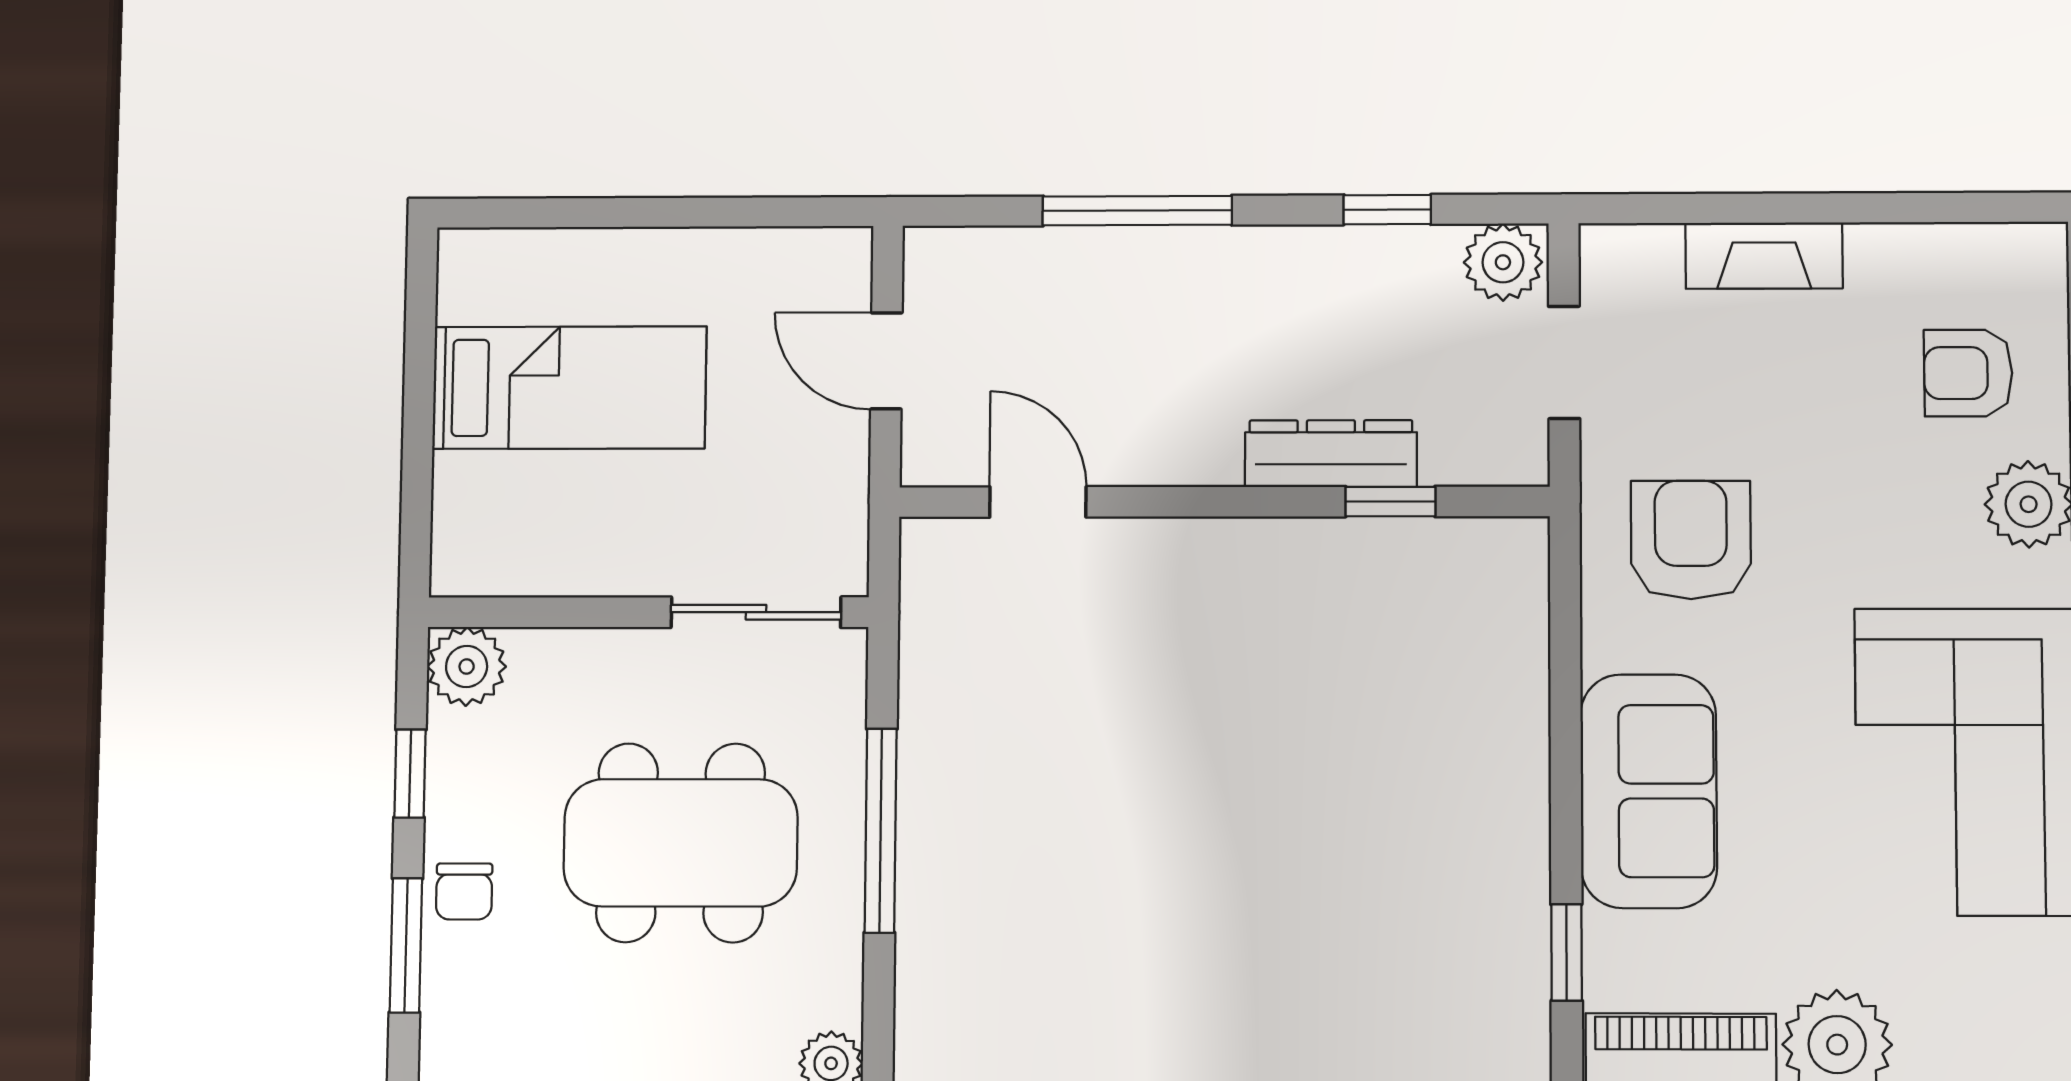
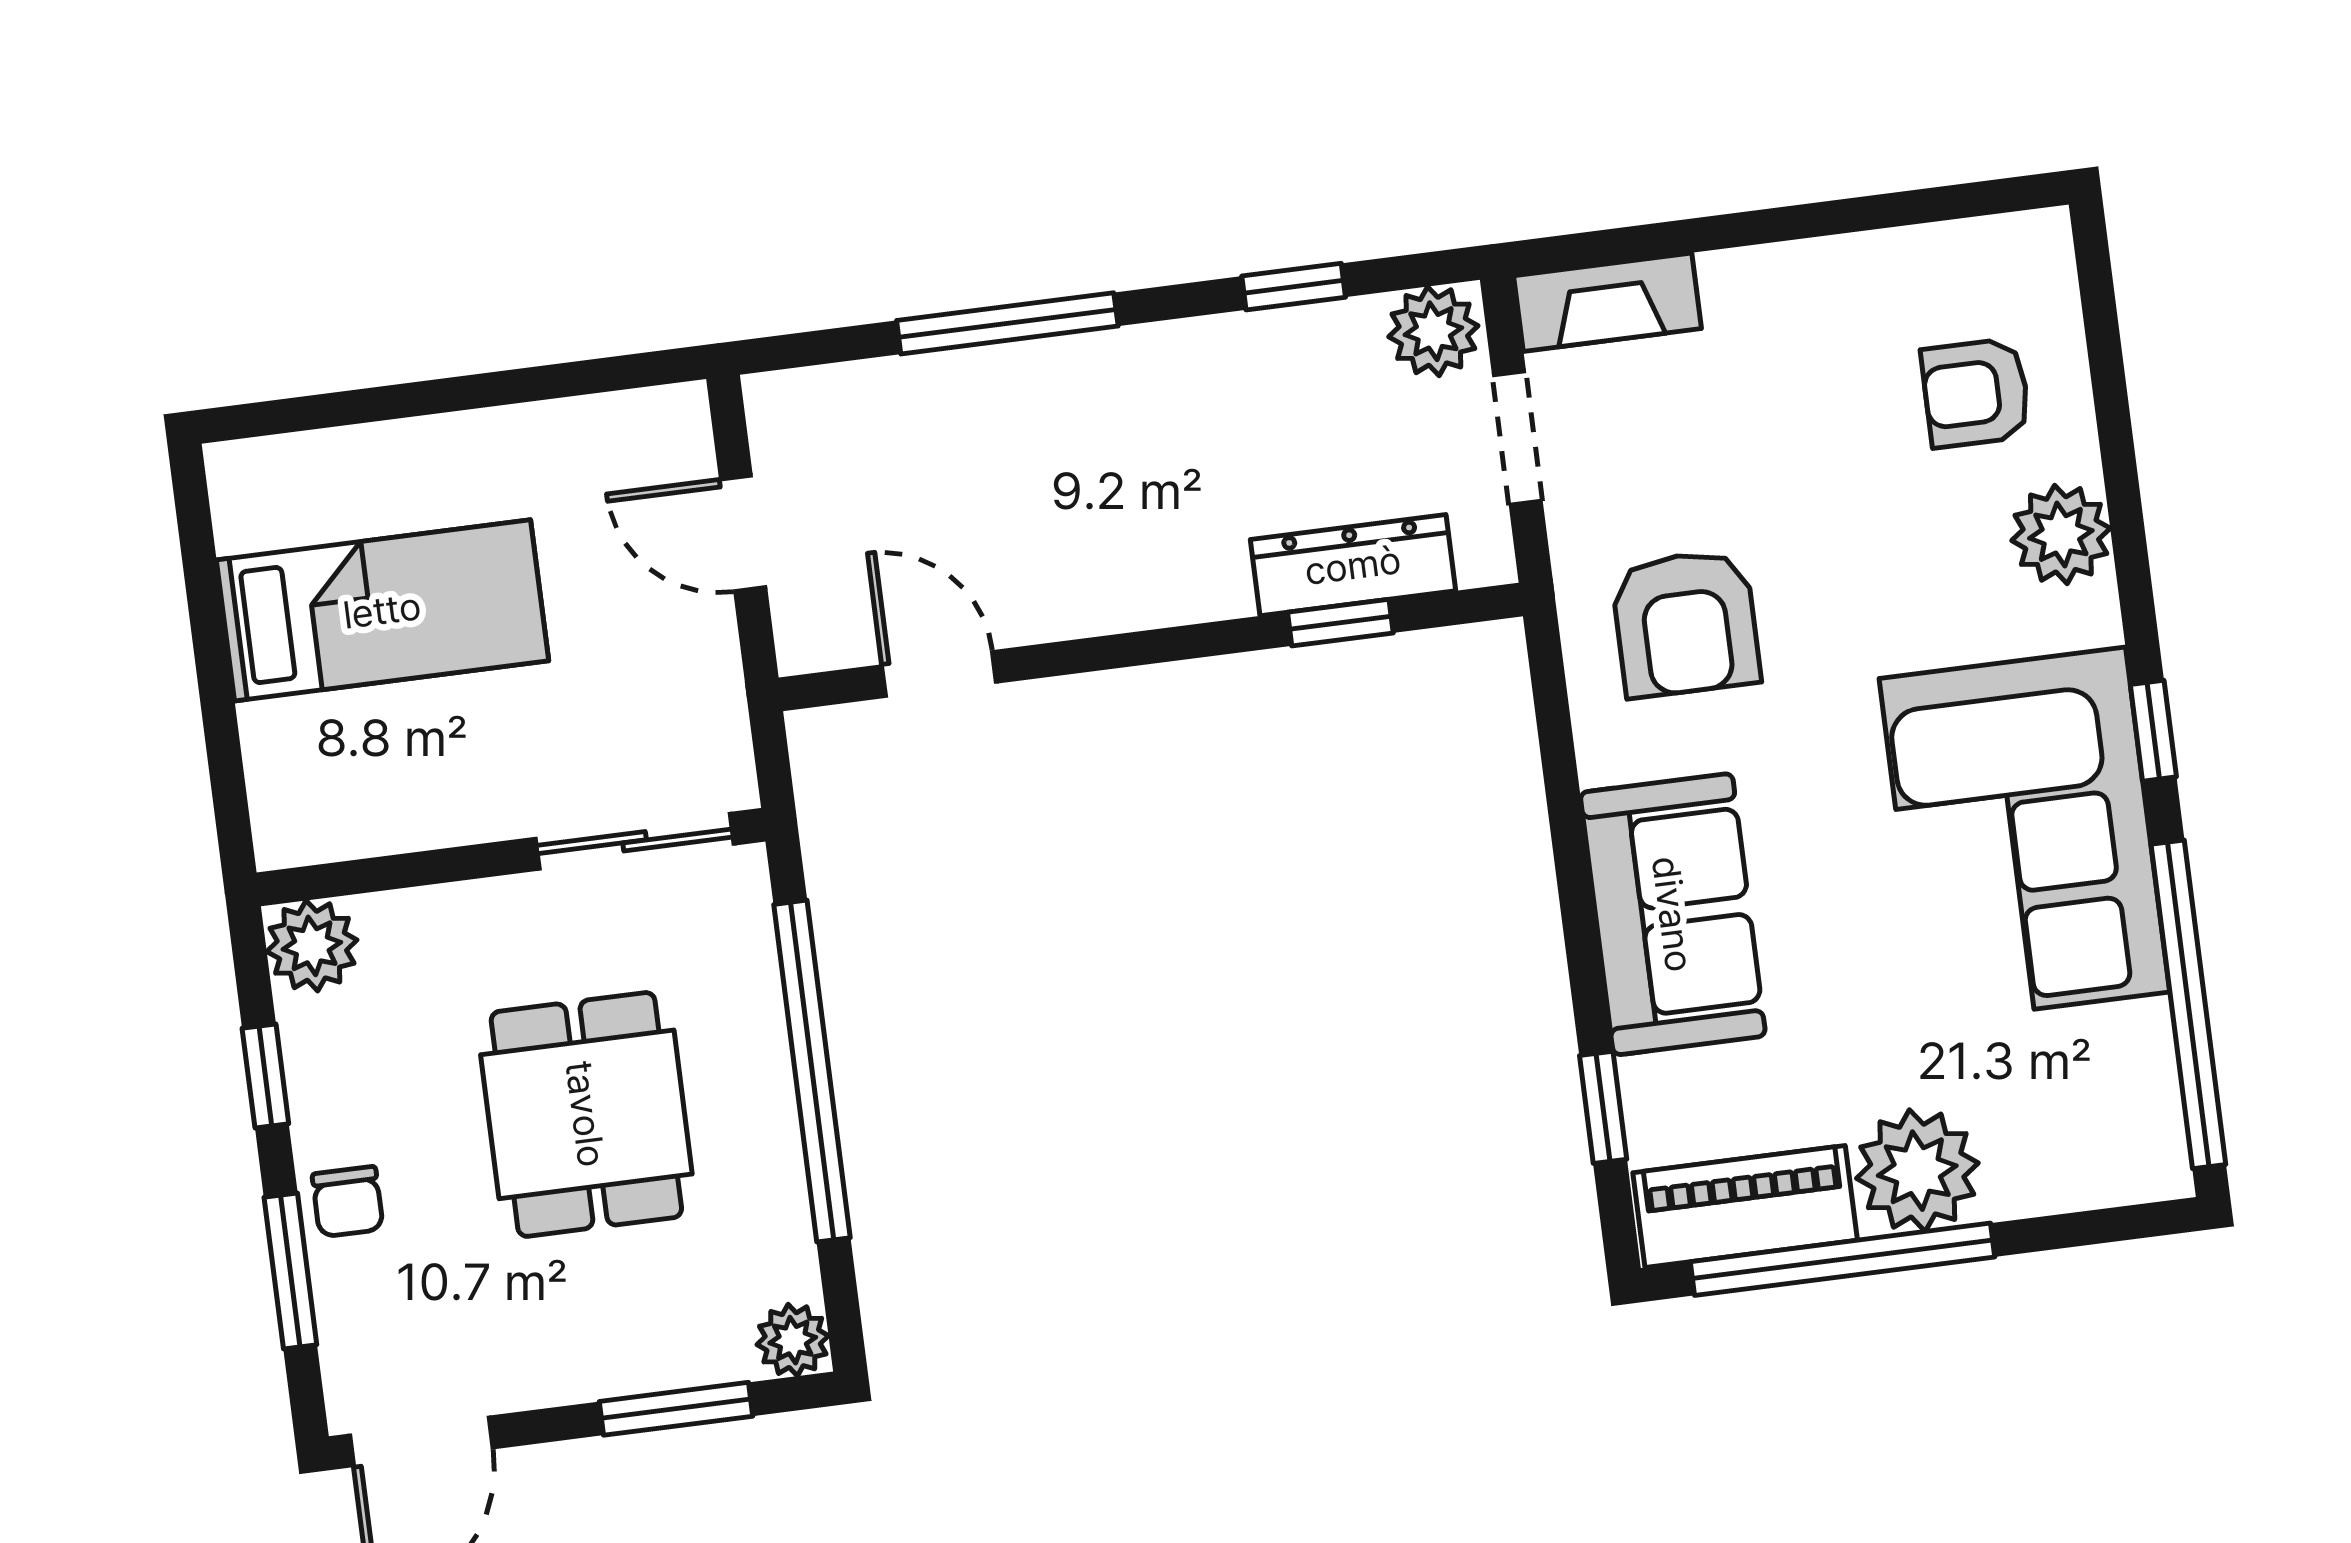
fireplace: (1764, 256) -> (1607, 302), moved
dresser: (1331, 454) -> (1353, 565), moved
armchair: (1691, 540) -> (1686, 623), turned 180
window: (881, 831) -> (812, 1071), width x1.46
dining table: (681, 843) -> (586, 1114), width x0.73

